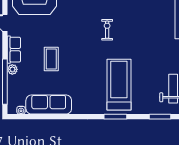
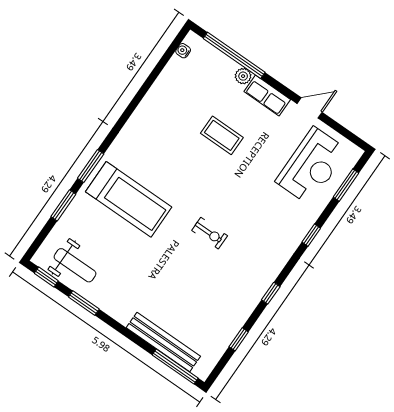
sofa: (49, 105) -> (166, 91), removed
window: (160, 117) -> (63, 205), moved

